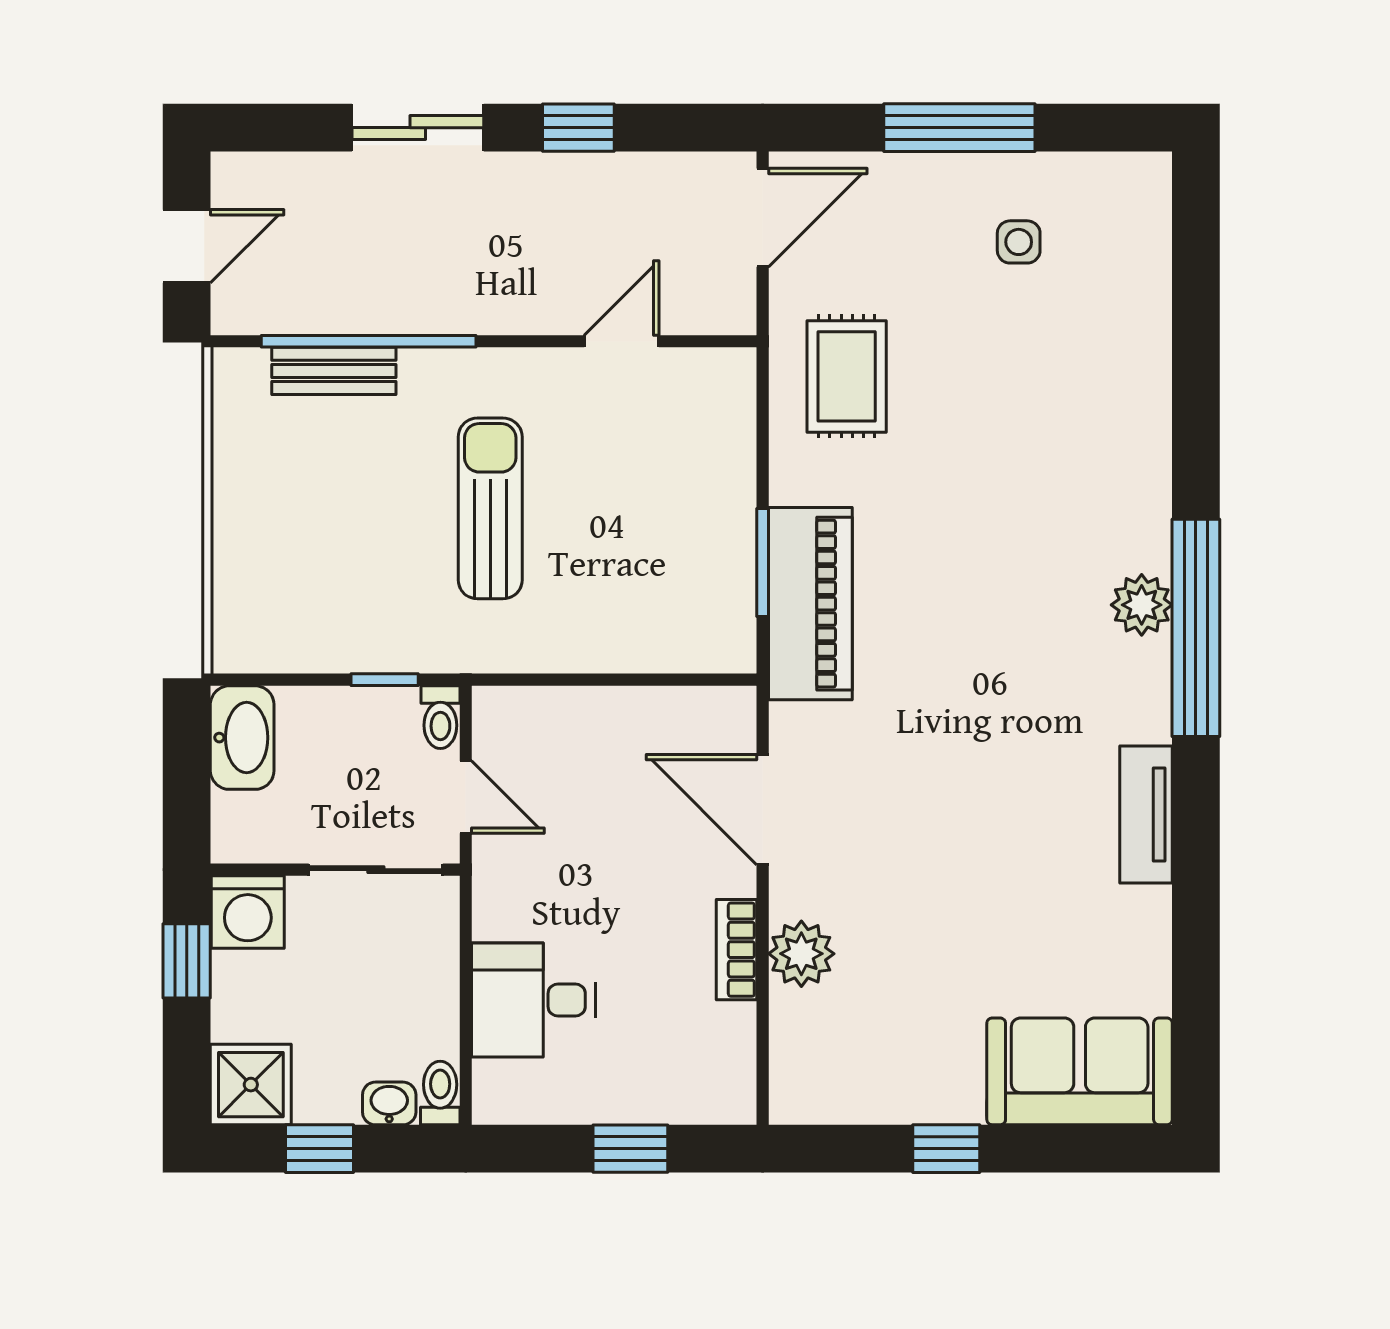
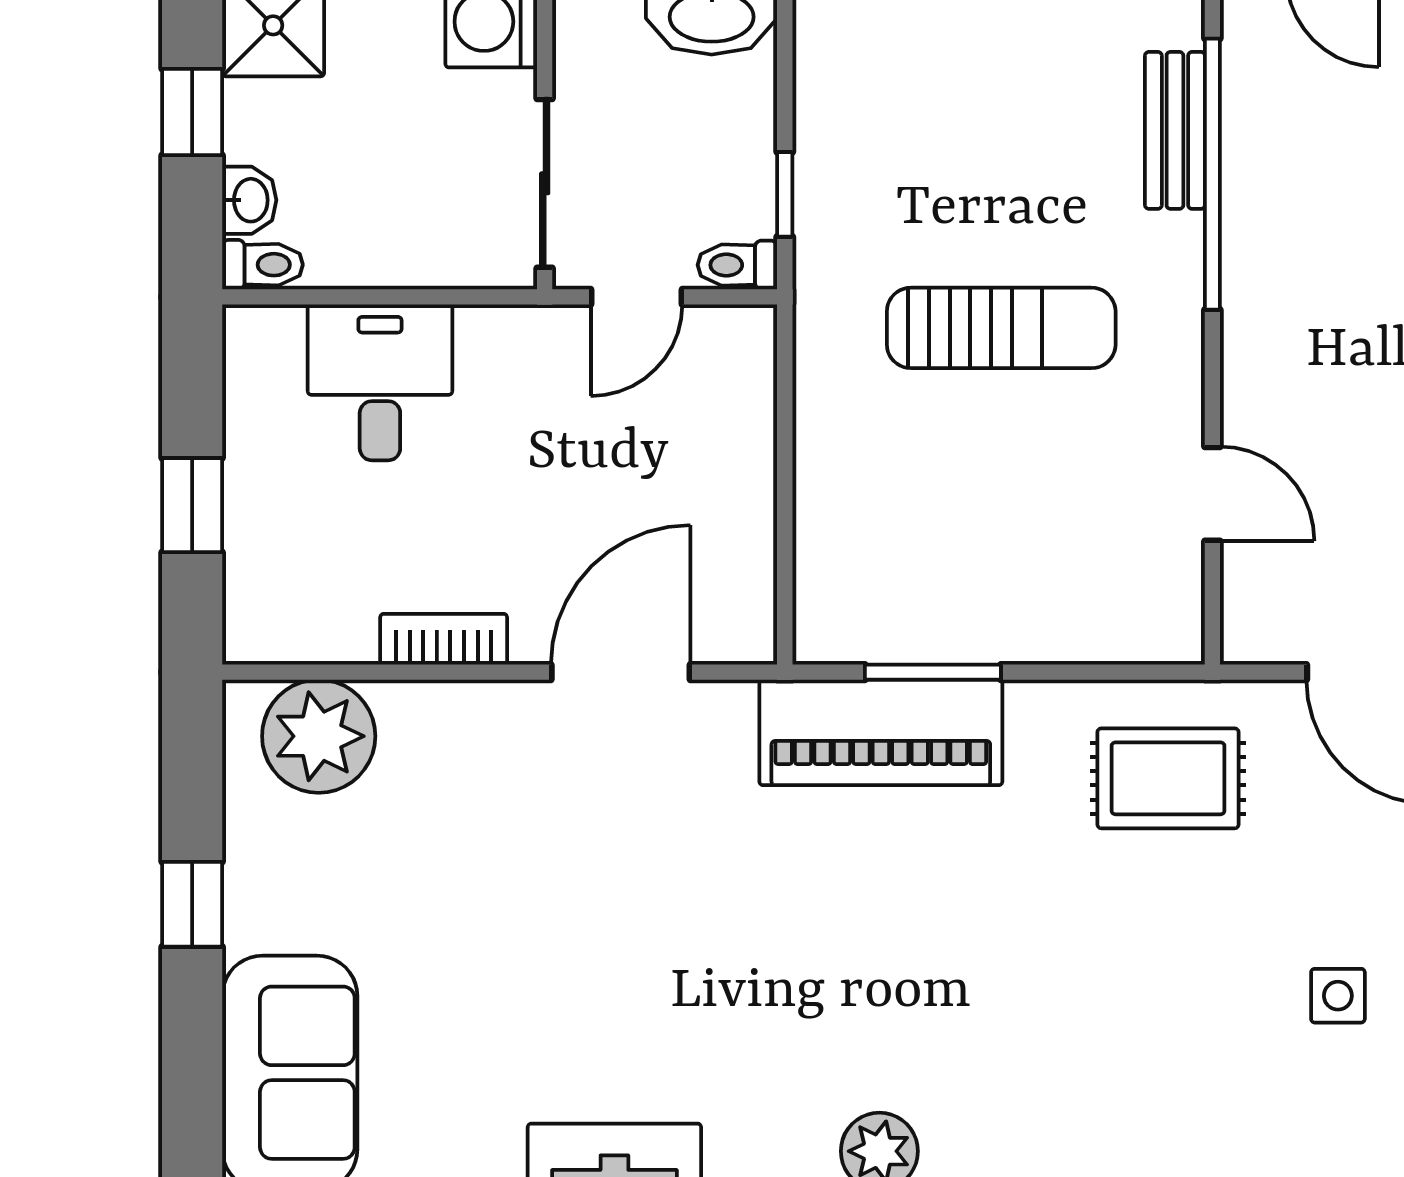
plant: (801, 954) -> (319, 736), moved, width x1.36, depth x1.36

